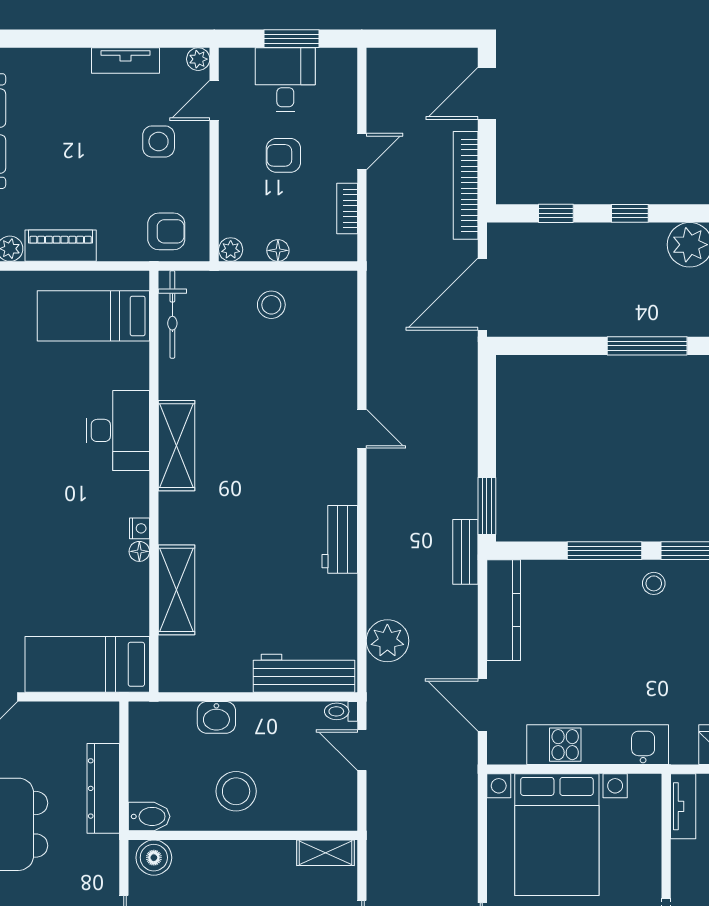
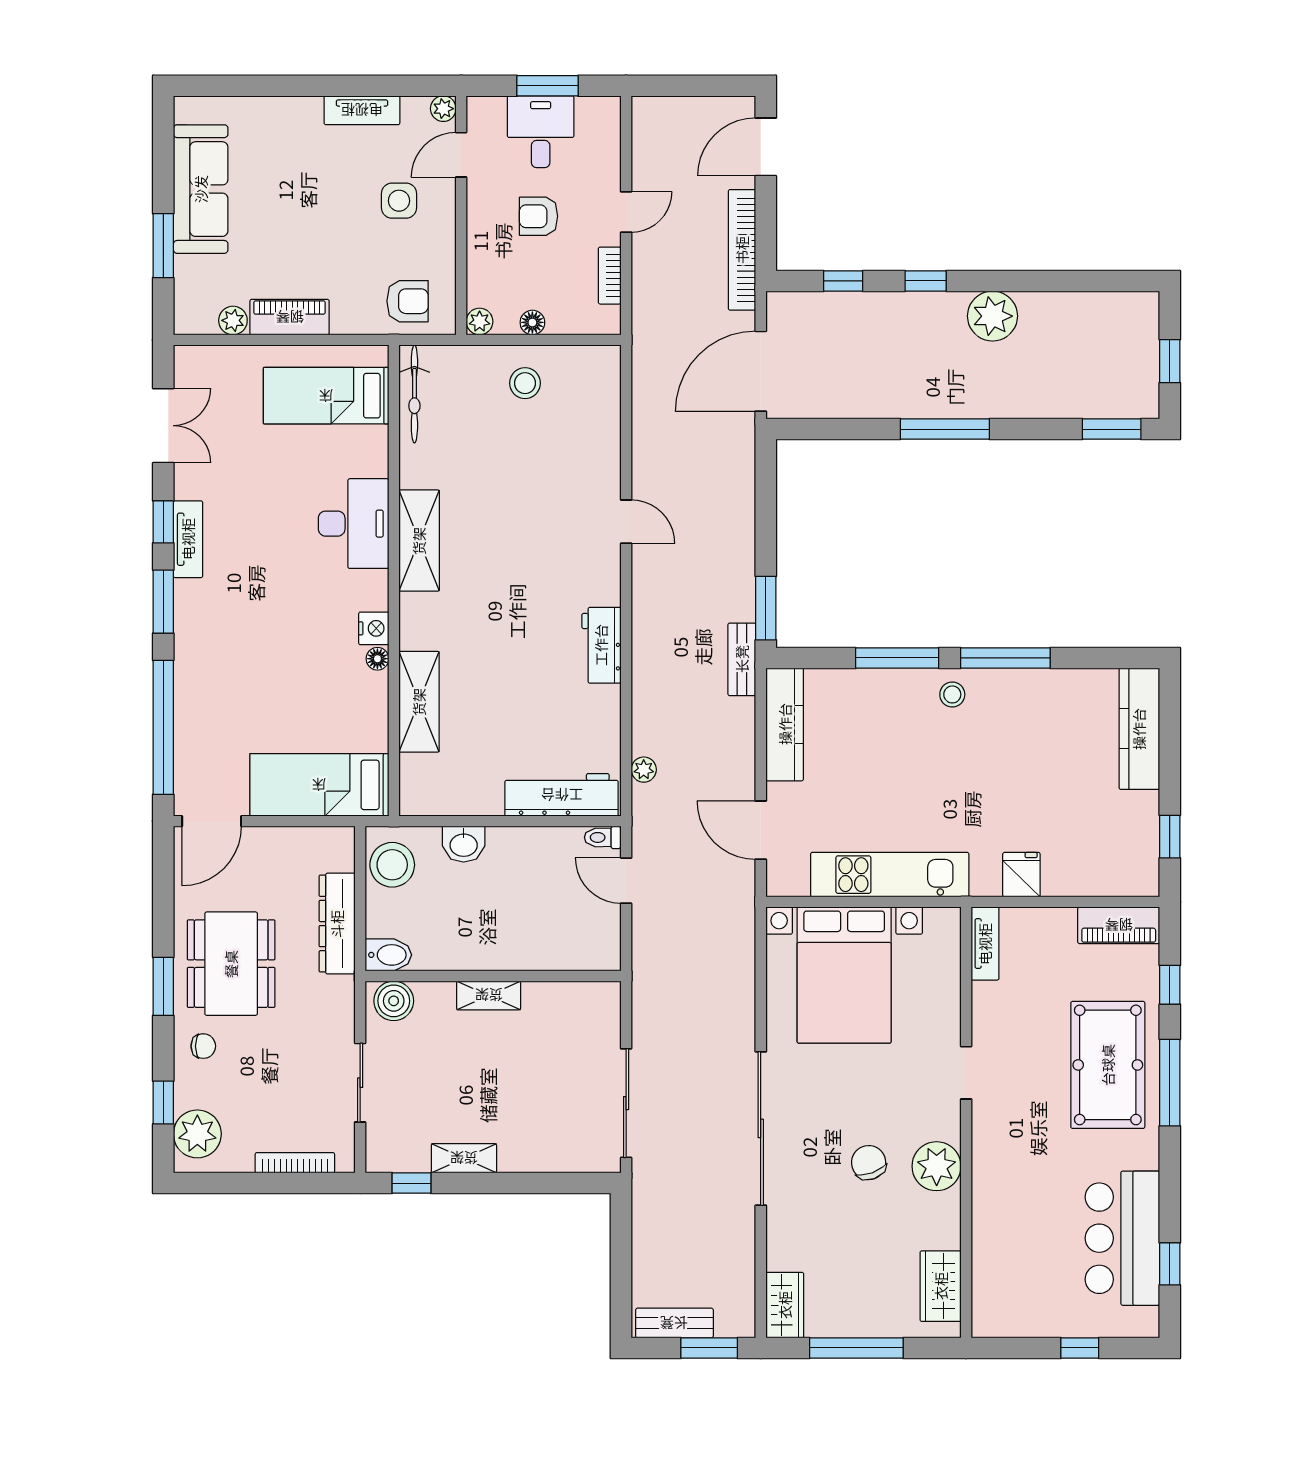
nightstand: (139, 528) -> (374, 628), width x1.39, depth x1.35
plant: (387, 641) -> (644, 770), width x0.53, depth x0.53
stool: (236, 791) -> (392, 865), moved
shelving: (325, 853) -> (489, 995), moved

